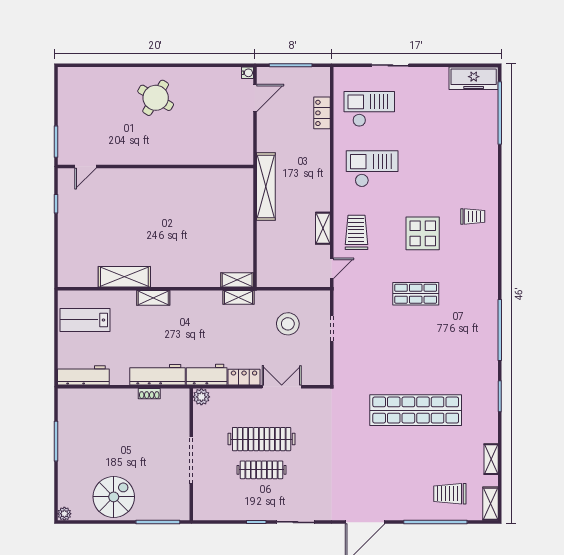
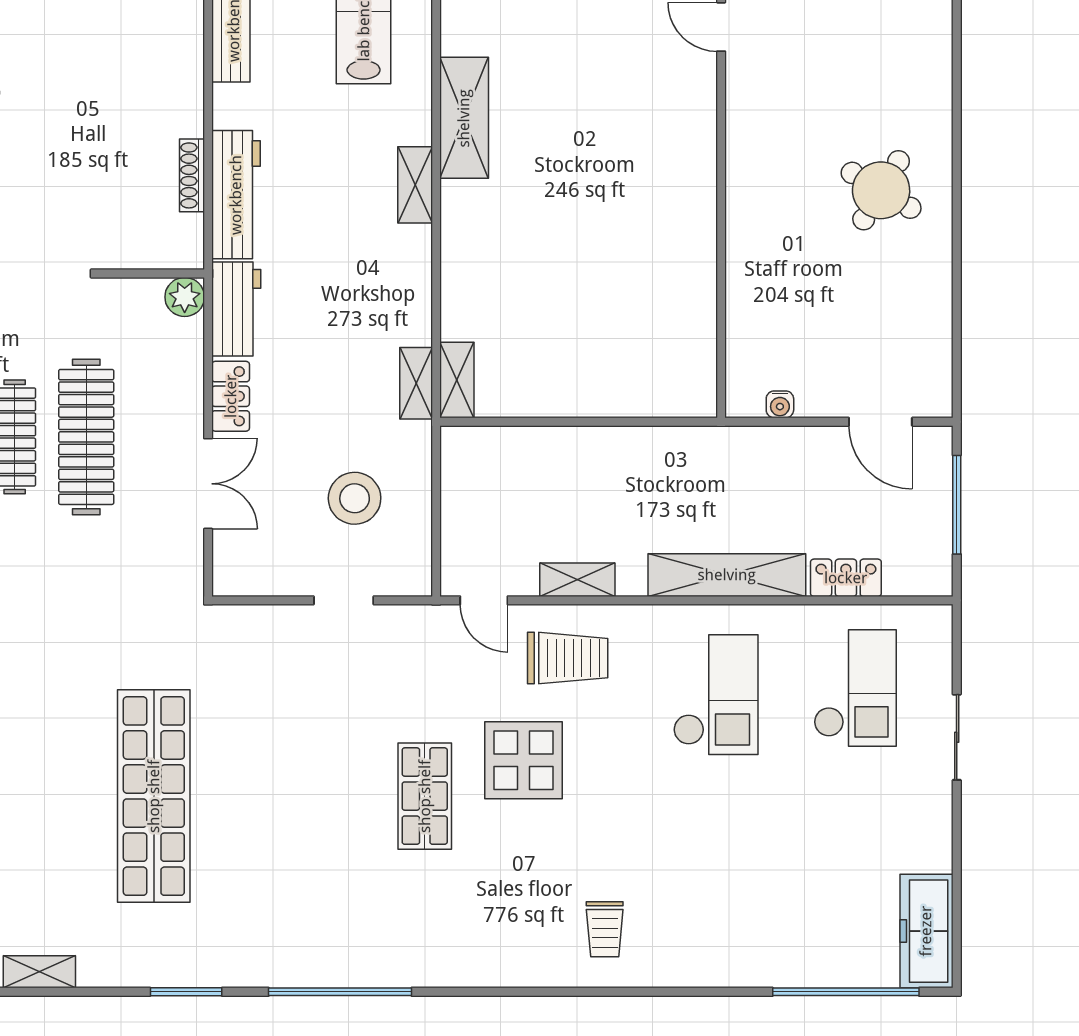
water cooler: (248, 73) -> (780, 404), moved
shelving: (266, 186) -> (727, 575), moved
display table: (423, 233) -> (524, 760), moved
shoe rack: (149, 394) -> (192, 175), width x1.43

